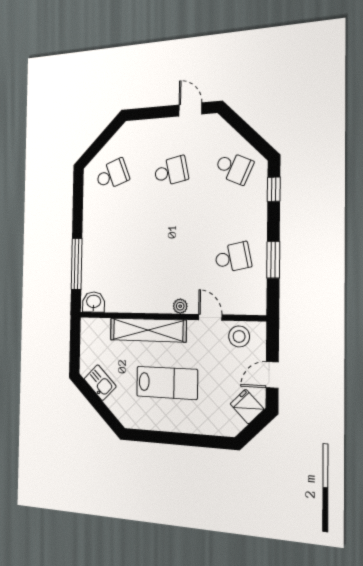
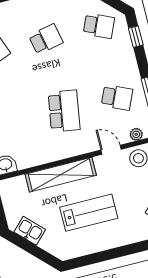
school desk: (233, 257) -> (117, 98), turned 36
school desk: (170, 258) -> (64, 111), added
plant: (180, 306) -> (136, 134), moved

